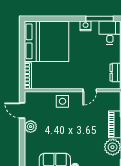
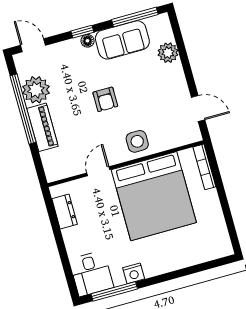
bed: (47, 41) -> (154, 196), moved, turned -90
plant: (31, 127) -> (168, 53), moved
armchair: (74, 131) -> (105, 99), added

